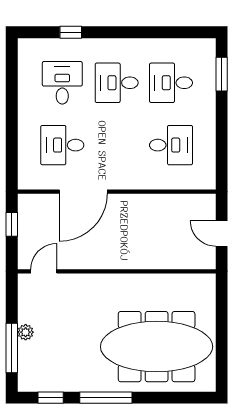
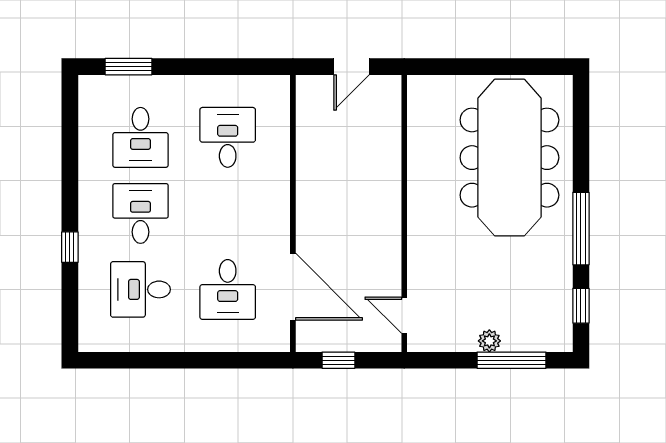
window: (71, 32) -> (70, 247), moved
desk: (117, 83) -> (140, 213), turned 180
door: (83, 192) -> (293, 287), moved

